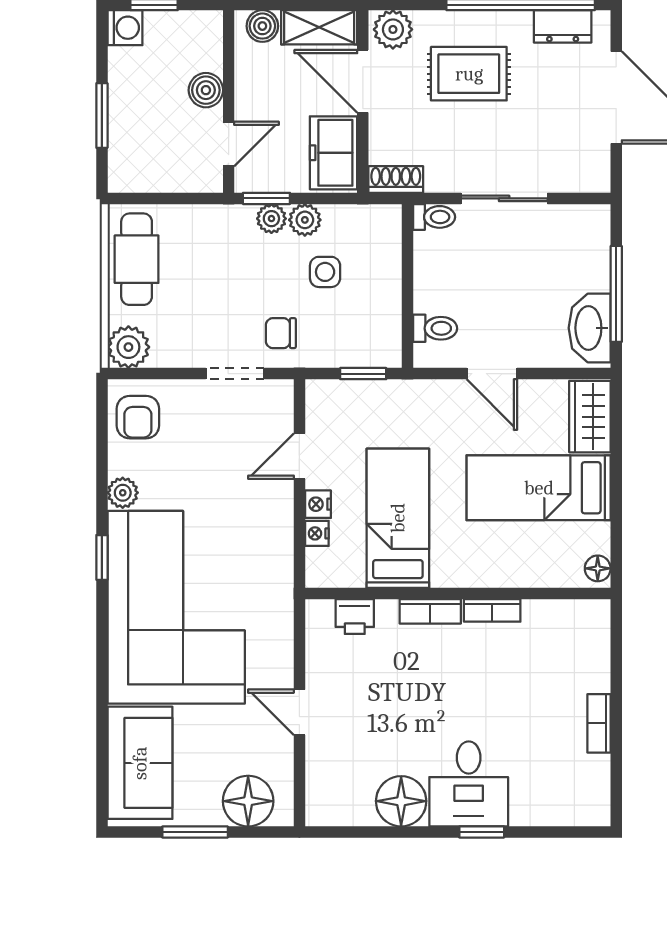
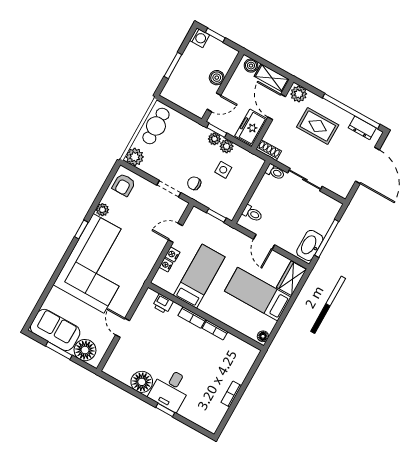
sofa: (140, 763) -> (55, 330), moved, turned -90

